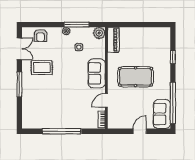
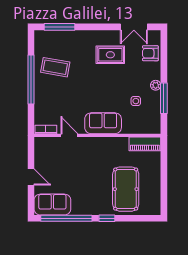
plant: (99, 33) -> (153, 126), removed
window: (173, 57) -> (107, 218), moved
rug: (42, 68) -> (110, 55), turned 90
pool table: (136, 77) -> (126, 189), moved
window: (19, 84) -> (59, 27), moved
coffee table: (52, 112) -> (55, 67), added

